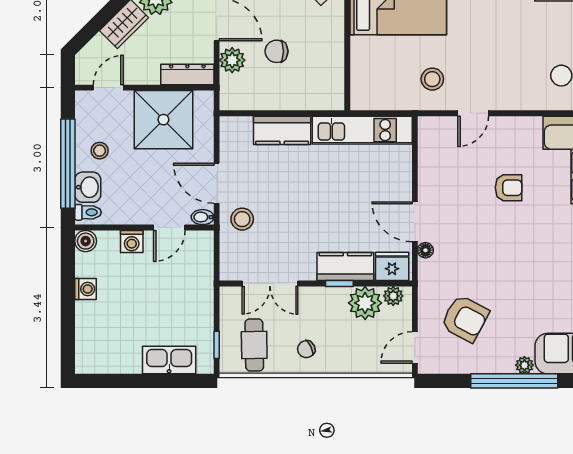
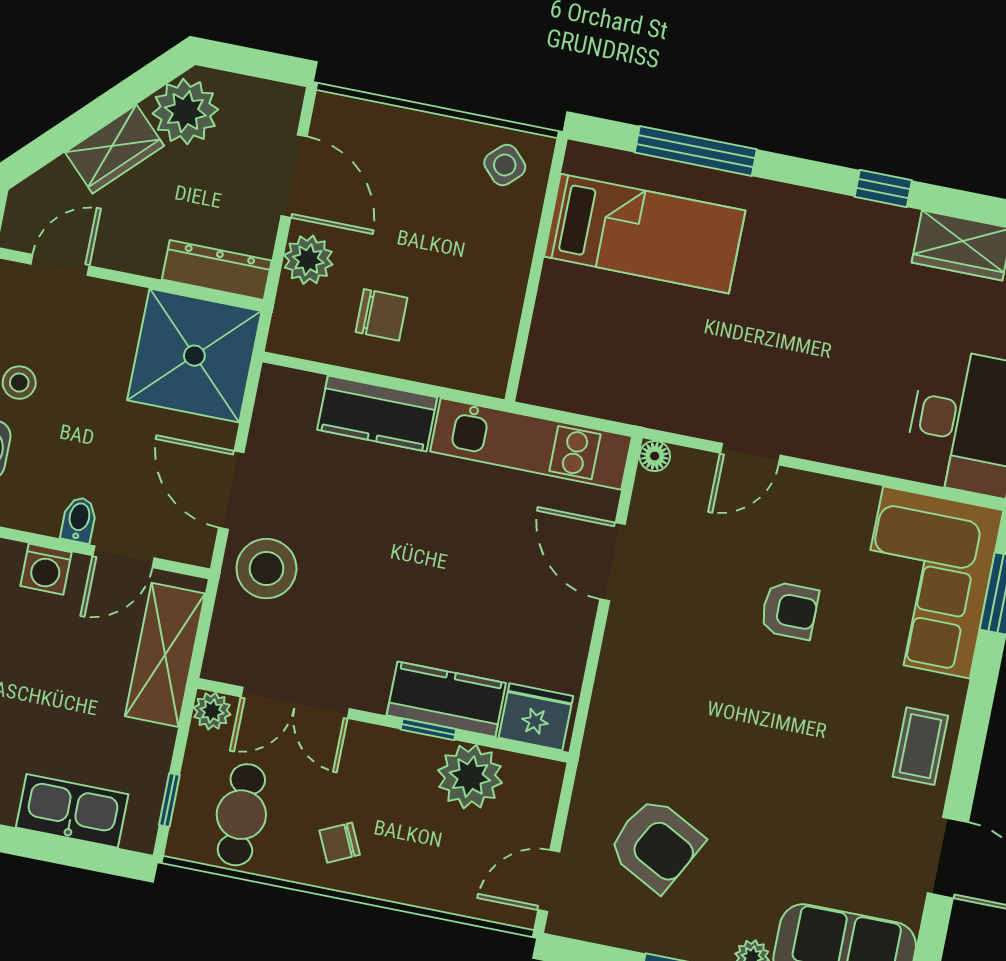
chair: (277, 51) -> (382, 315), moved, turned 180
stool: (432, 79) -> (685, 373), removed
shower: (163, 120) -> (194, 356), moved
bidet: (203, 217) -> (79, 520), moved, turned 90
stool: (242, 219) -> (266, 569), width x1.38, depth x1.38
door: (415, 222) -> (612, 562), moved
floor lamp: (425, 250) -> (655, 456), moved
shelving: (200, 273) -> (165, 655), added
plant: (393, 296) -> (212, 711), moved

